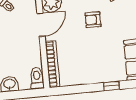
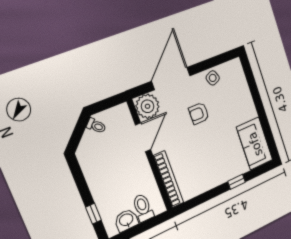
toilet: (37, 78) -> (143, 208), moved

